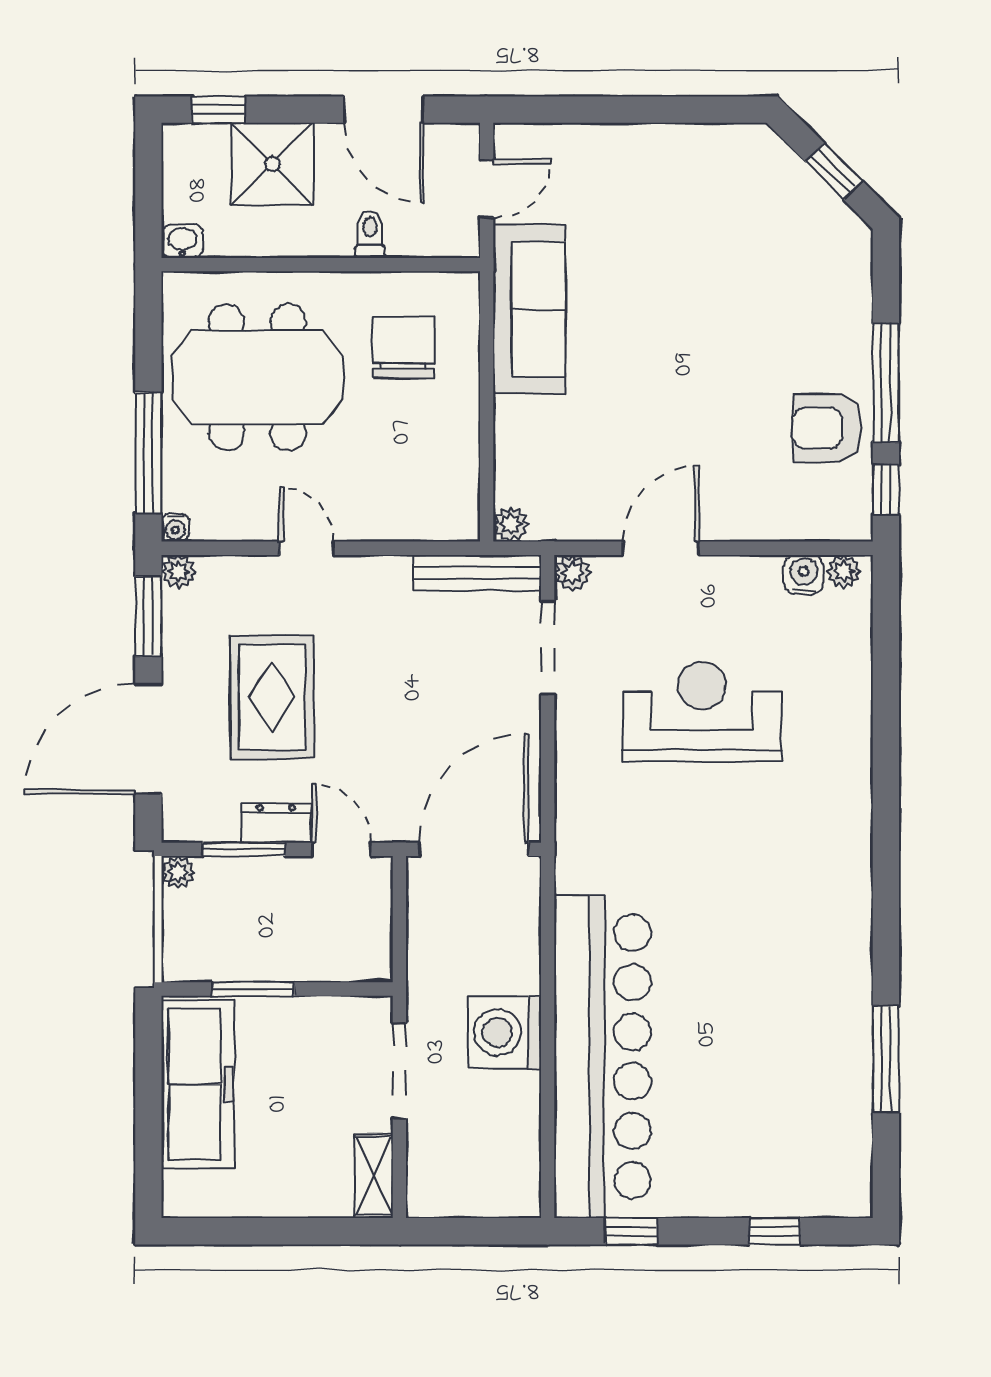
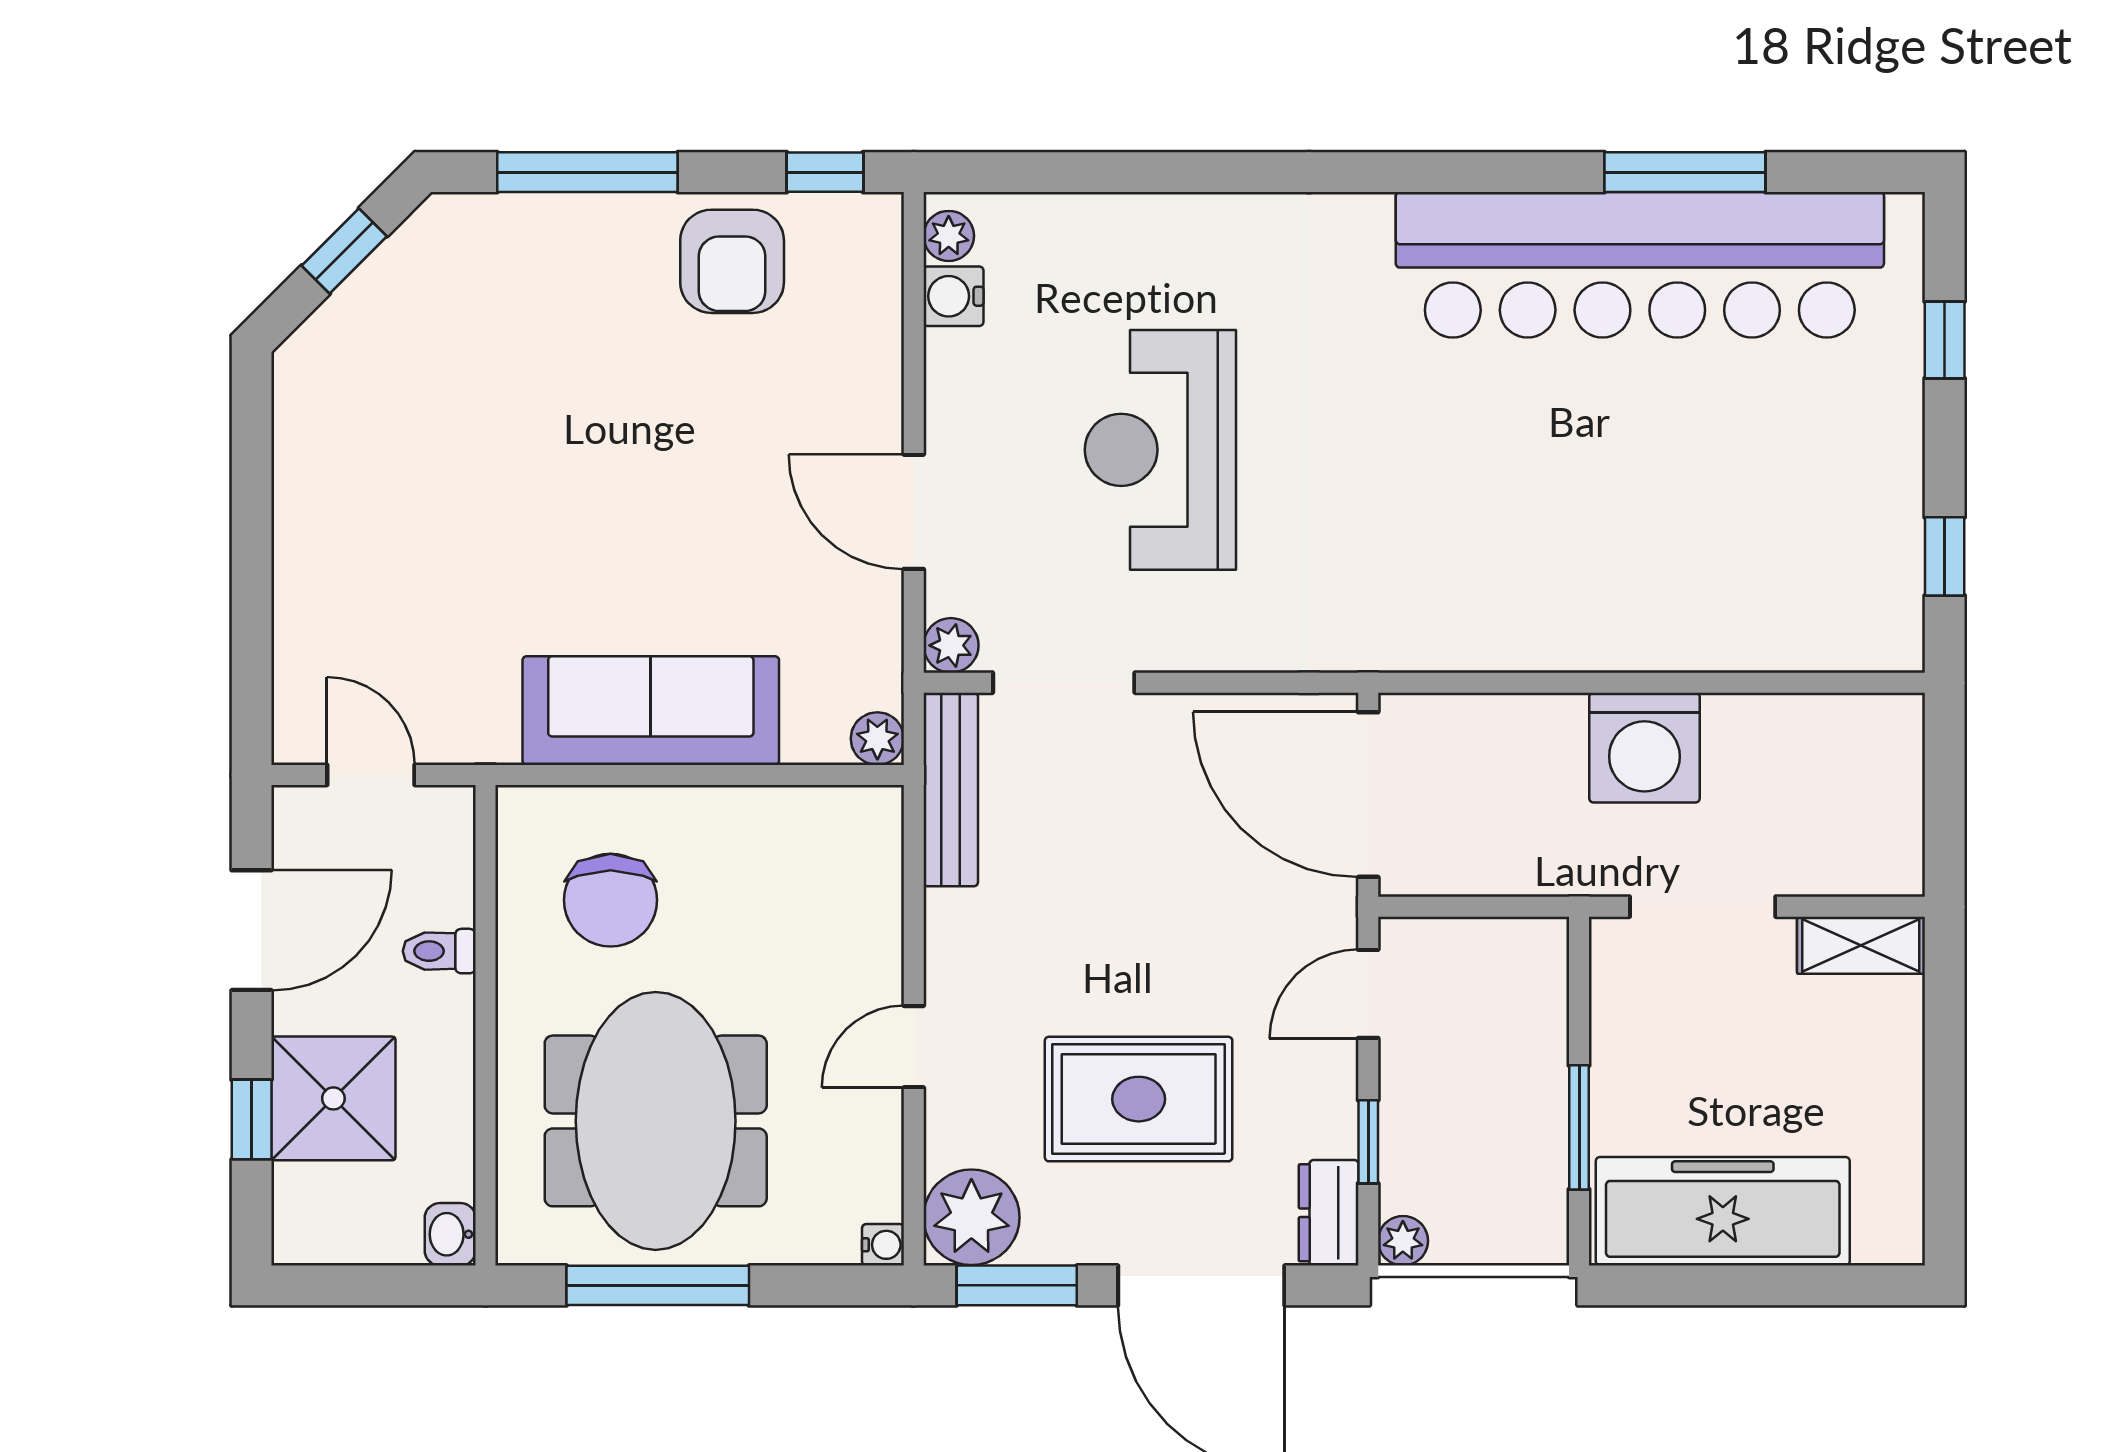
window: (218, 110) -> (252, 1120), moved
sofa: (529, 310) -> (651, 711), moved
chair: (404, 347) -> (611, 900), turned -90
window: (886, 383) -> (587, 172), moved
window: (148, 453) -> (658, 1285), moved
plant: (179, 572) -> (971, 1217), width x1.88, depth x1.88
dresser: (276, 823) -> (1329, 1213), moved
window: (244, 849) -> (1368, 1142), width x0.67
bar counter: (603, 1056) -> (1640, 265), moved, turned 180

